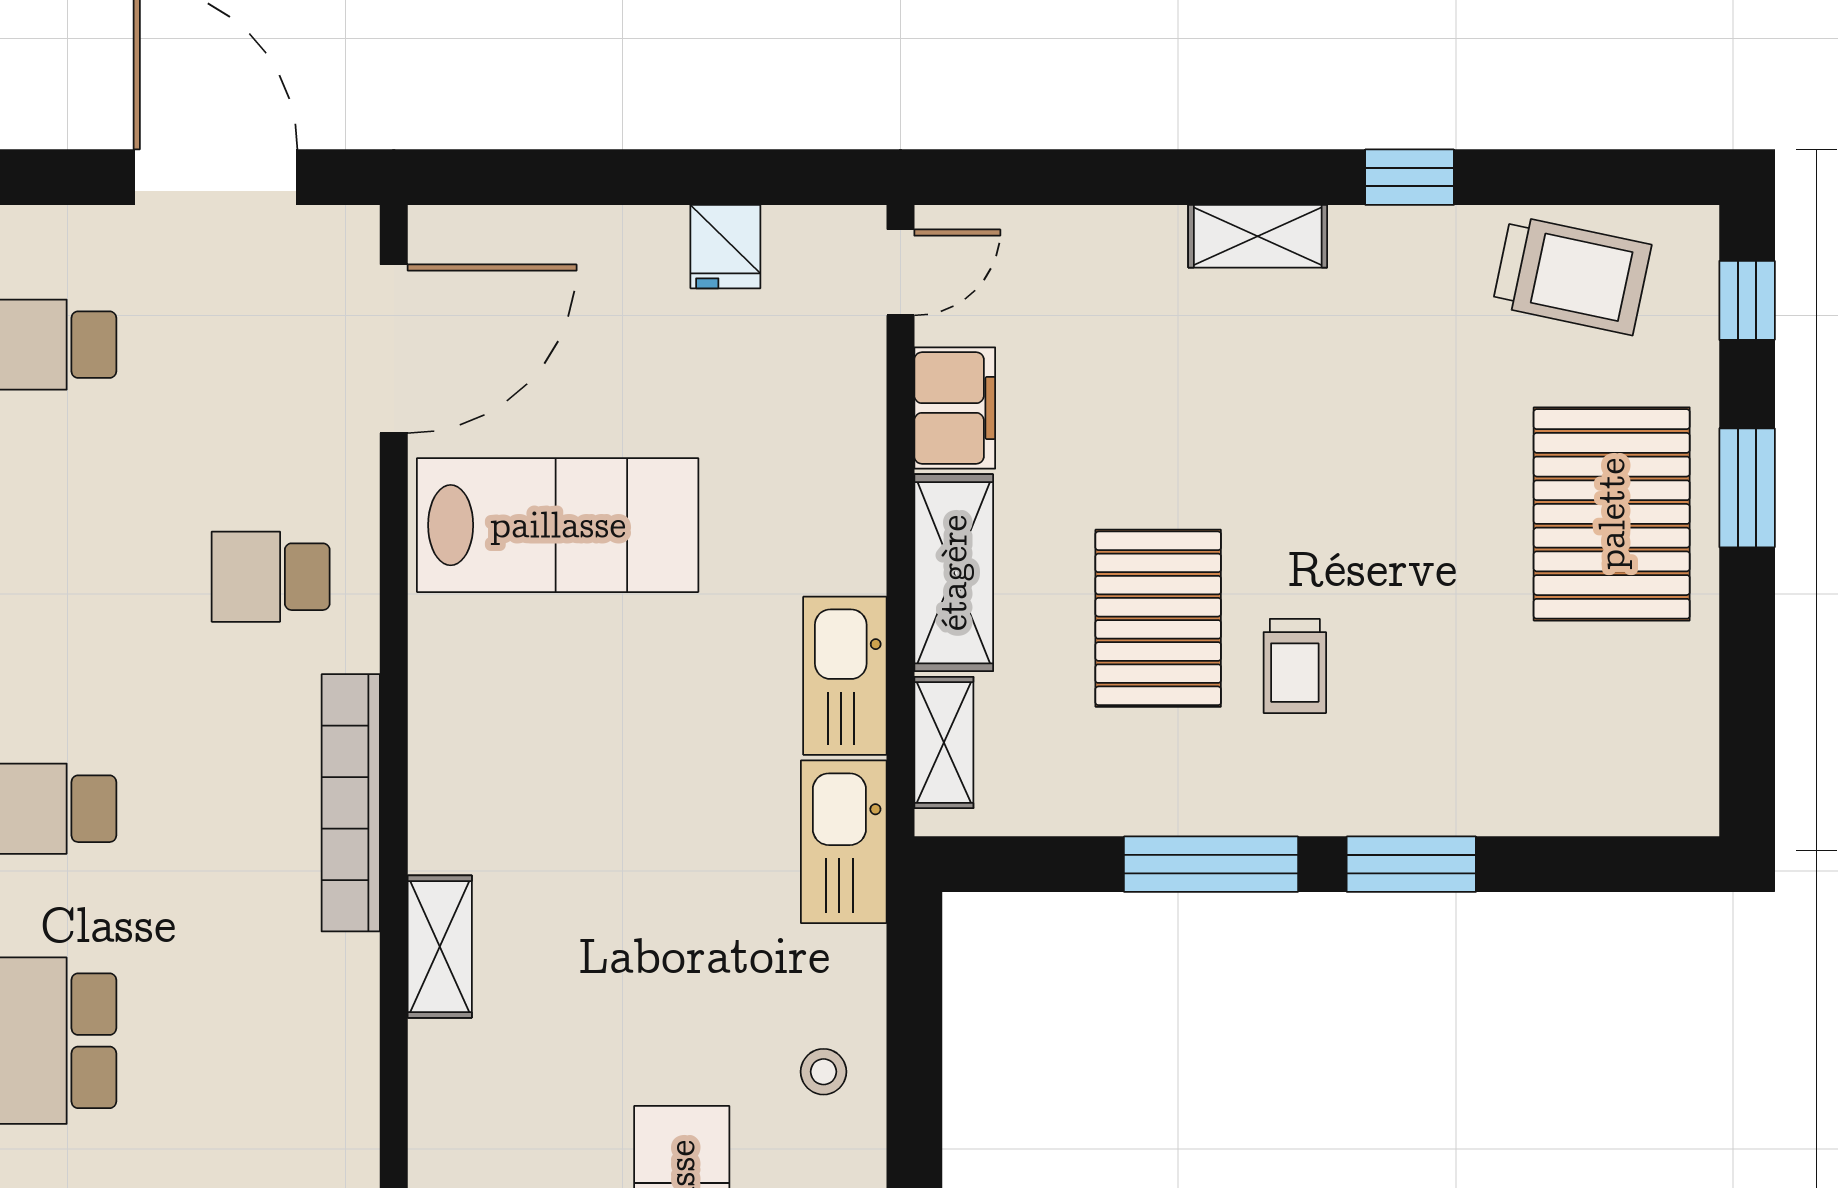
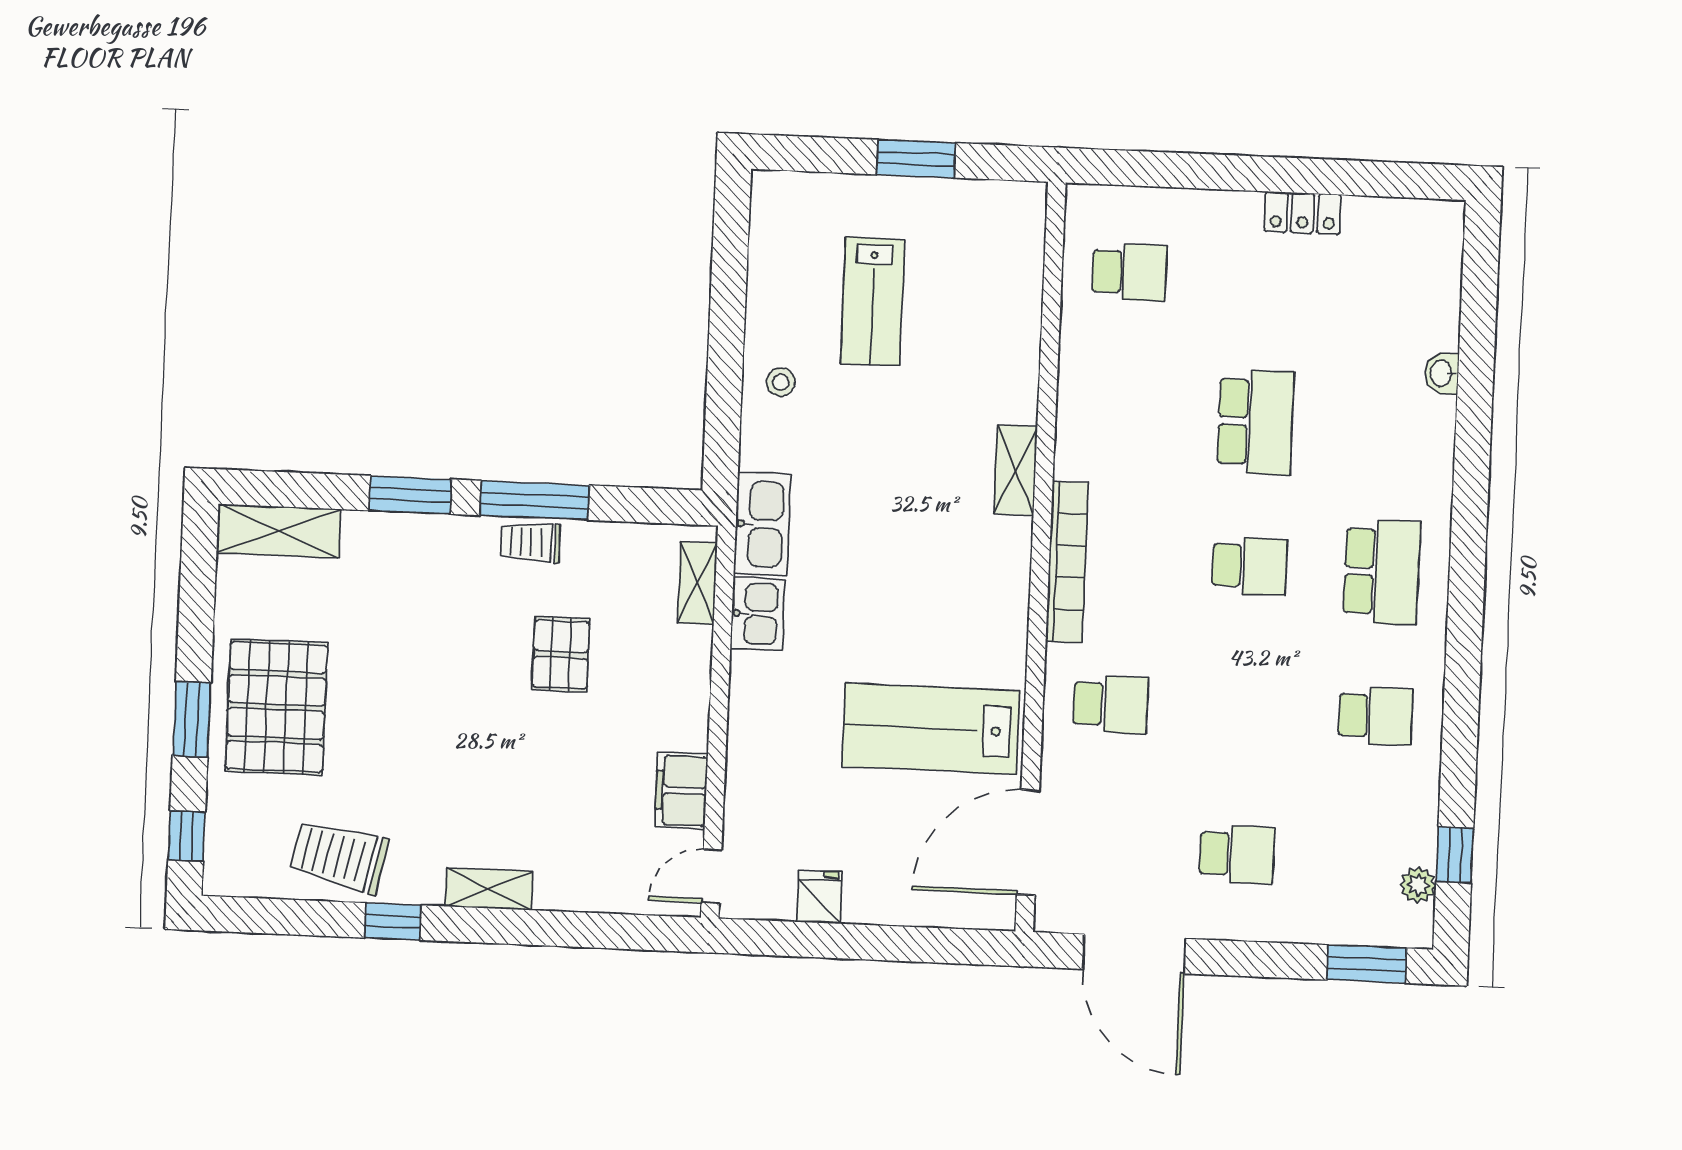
trolley: (1572, 275) -> (339, 856), moved
shelving: (954, 573) -> (278, 531), moved, turned 90
pallet: (1158, 618) -> (561, 654), width x0.67, depth x0.71
trolley: (1295, 666) -> (530, 542), moved, turned -90
kitchen sink: (845, 676) -> (757, 614), width x0.73

